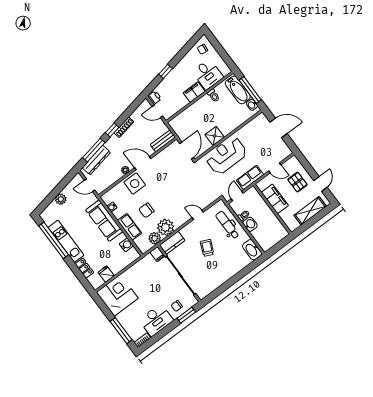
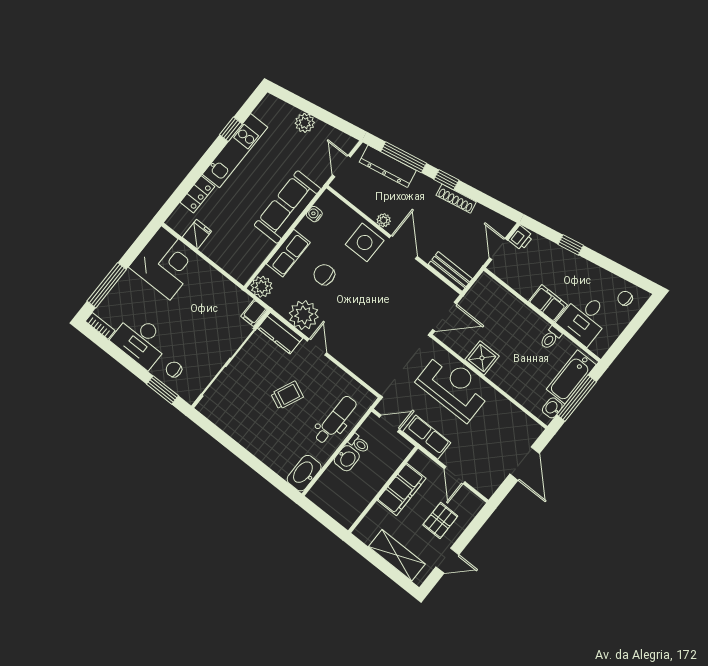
door: (198, 215) -> (317, 347), moved
plant: (155, 238) -> (262, 287), moved
window: (54, 240) -> (231, 129), width x0.32
water cooler: (126, 245) -> (256, 256), removed

